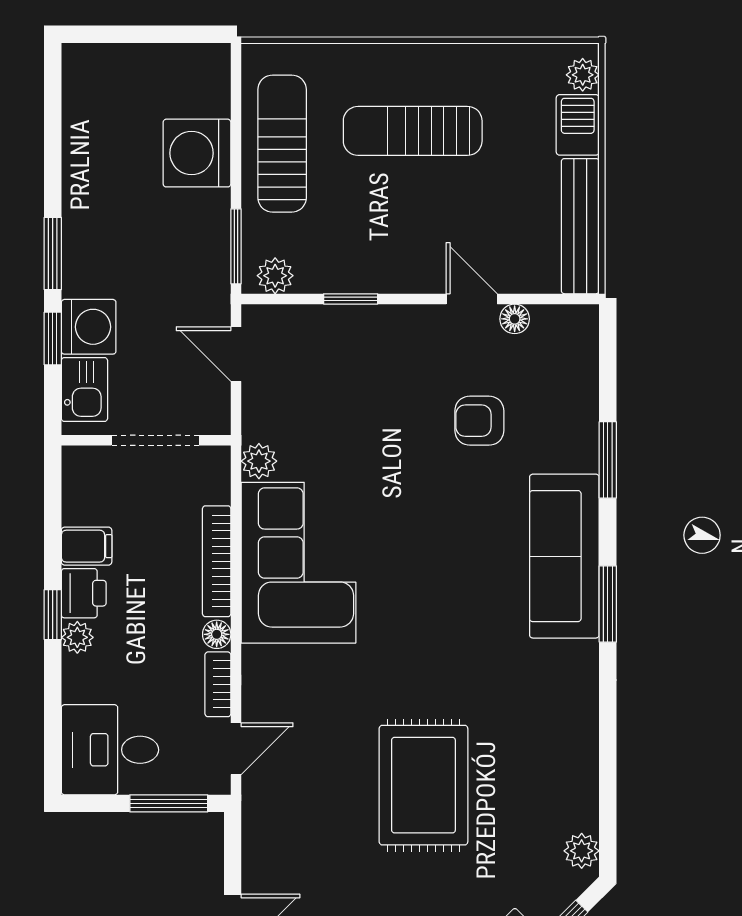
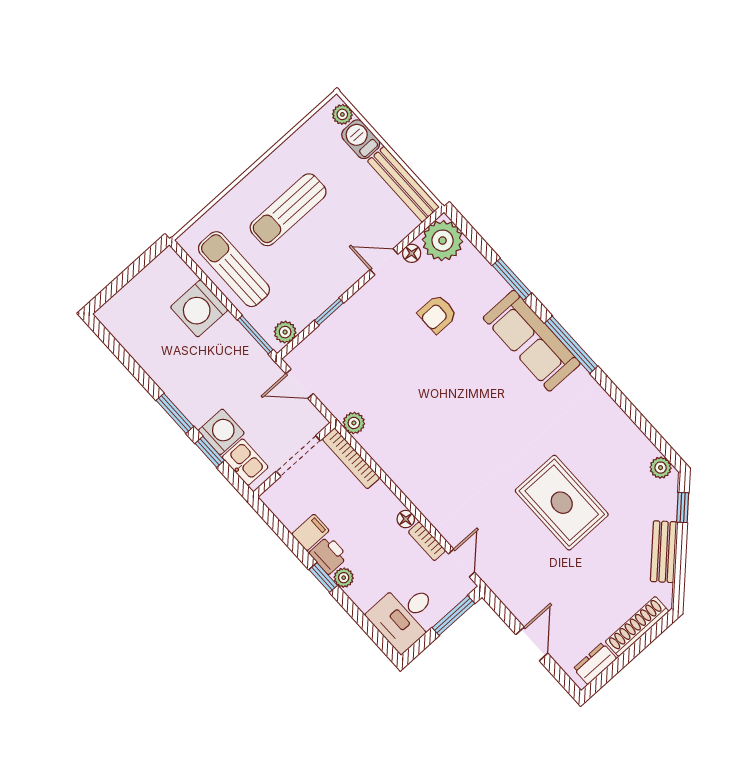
plant: (566, 337) -> (443, 241), added
bookcase: (217, 561) -> (351, 458), moved
corner sofa: (298, 563) -> (414, 453), removed
window: (608, 604) -> (571, 345), width x1.44

